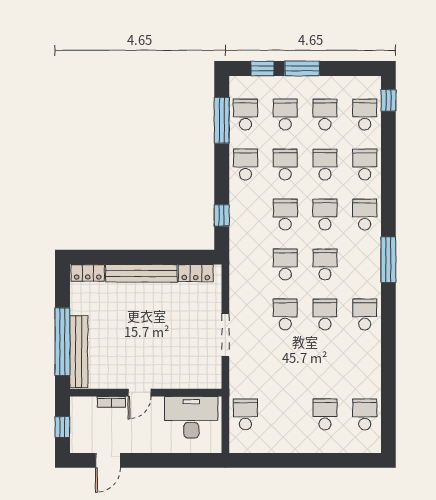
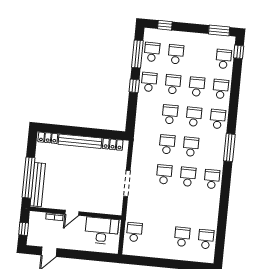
window: (302, 69) -> (219, 31), moved
school desk: (325, 115) -> (200, 57), removed
window: (222, 215) -> (134, 86), moved

